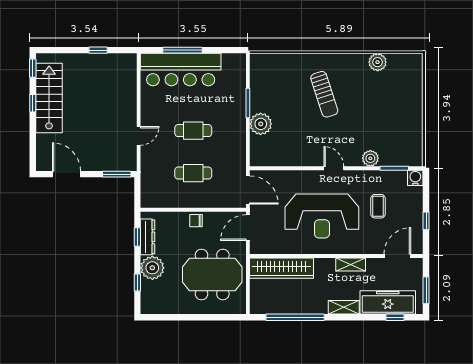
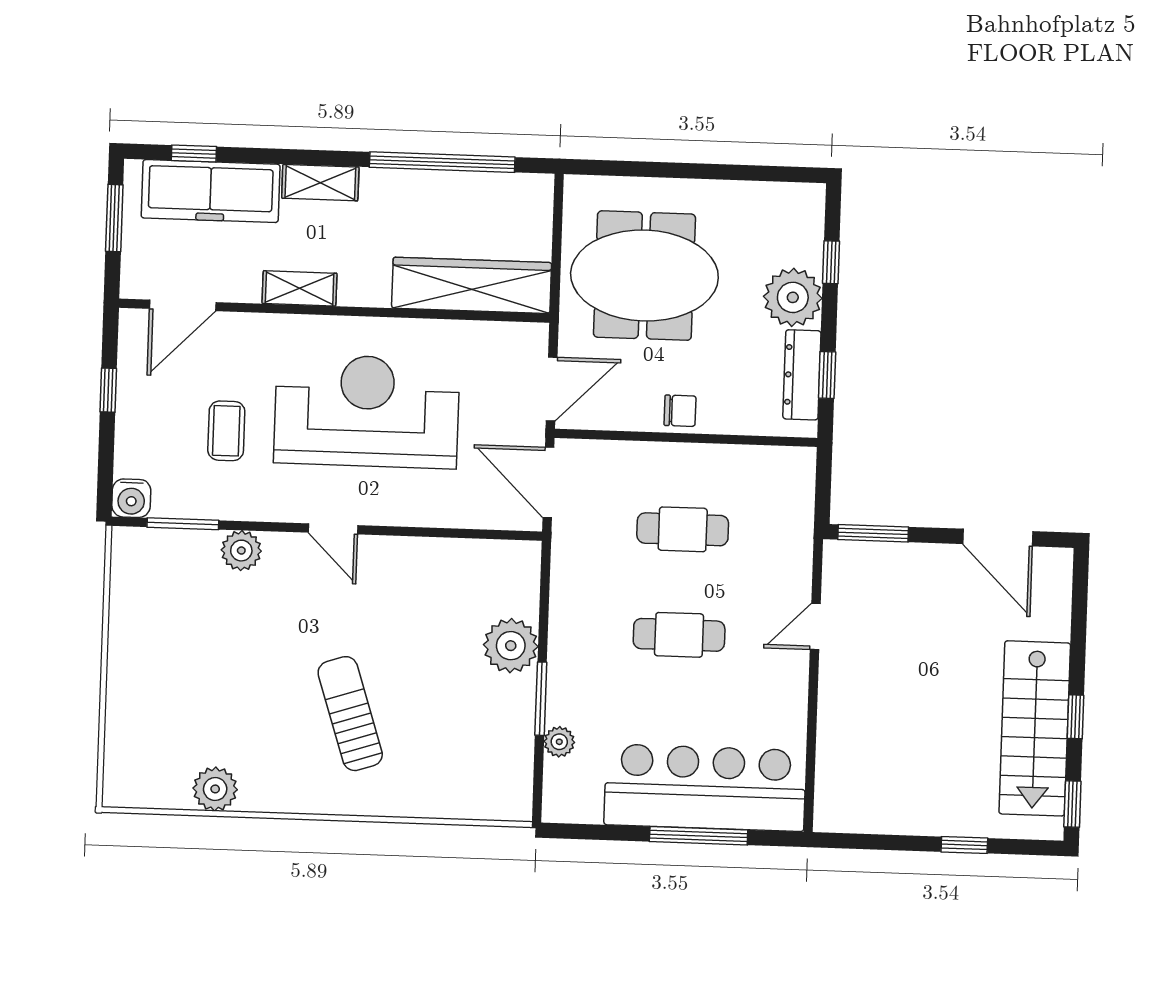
window: (98, 50) -> (964, 845), moved
plant: (240, 86) -> (559, 742), added

